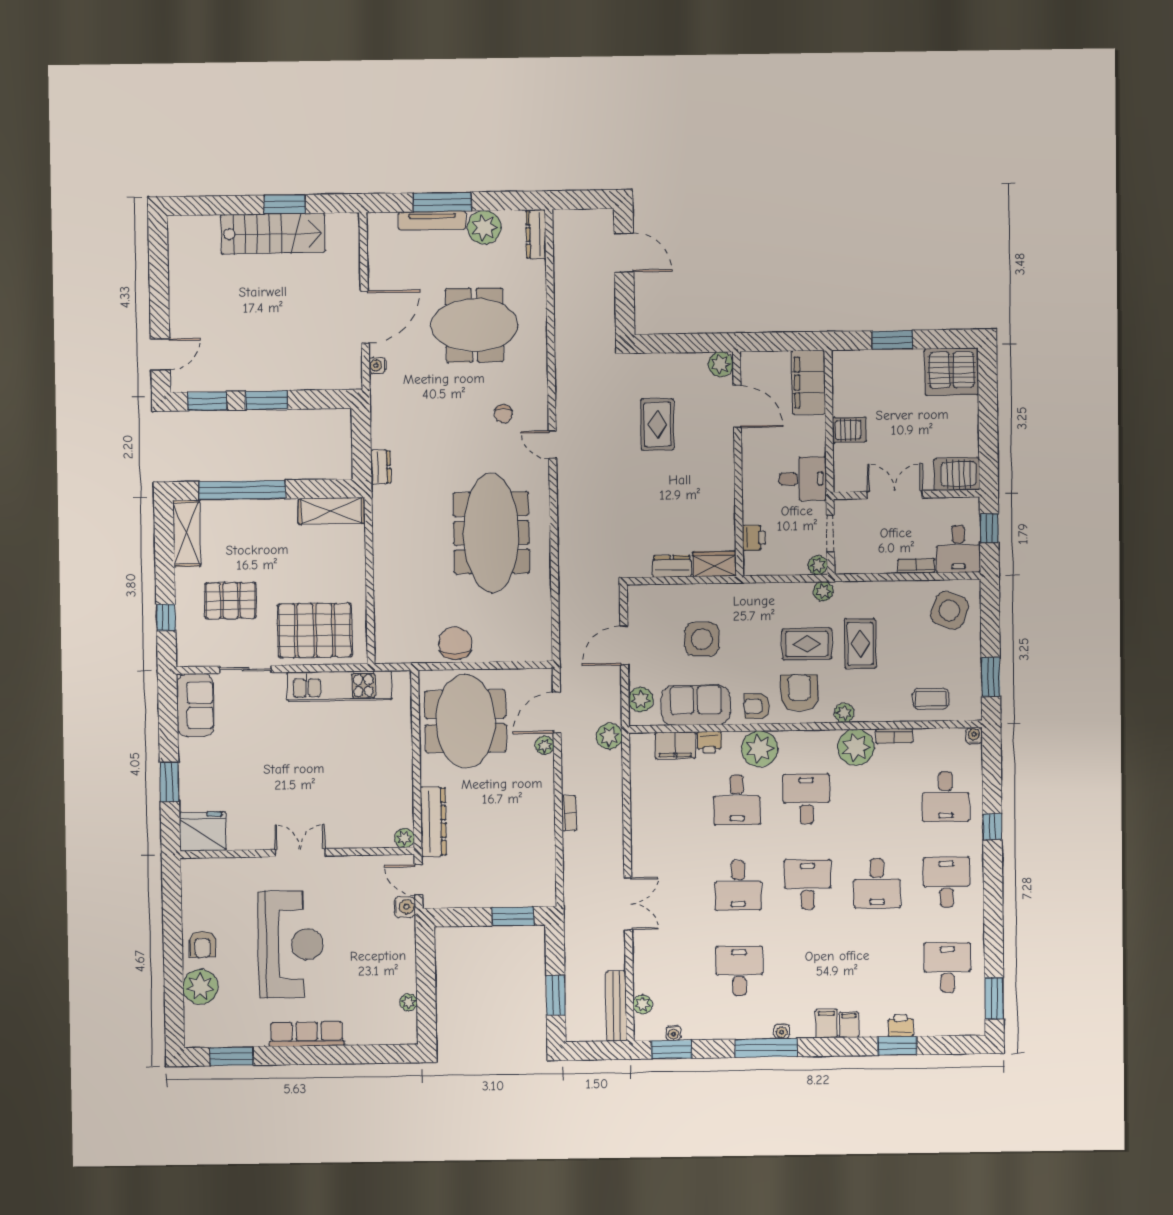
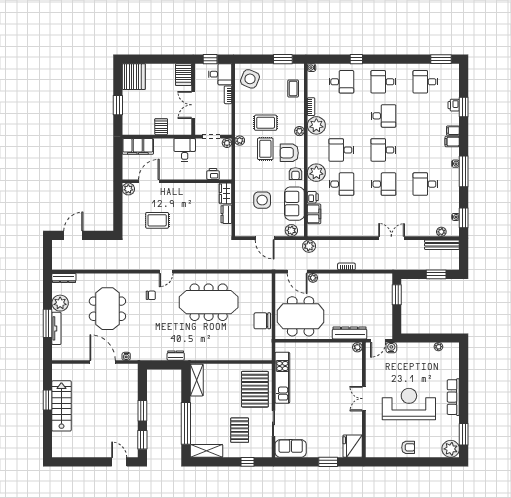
plant: (200, 987) -> (451, 449), moved

